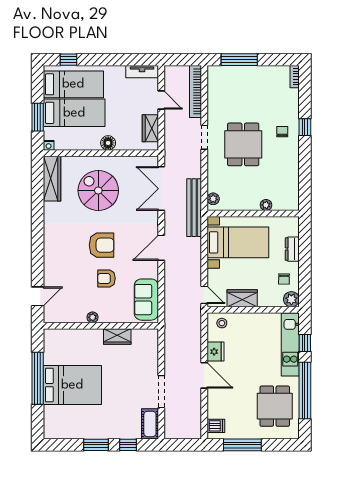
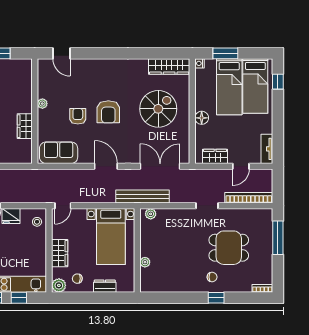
dining table: (243, 144) -> (229, 248), moved
wardrobe: (242, 298) -> (60, 253), moved

